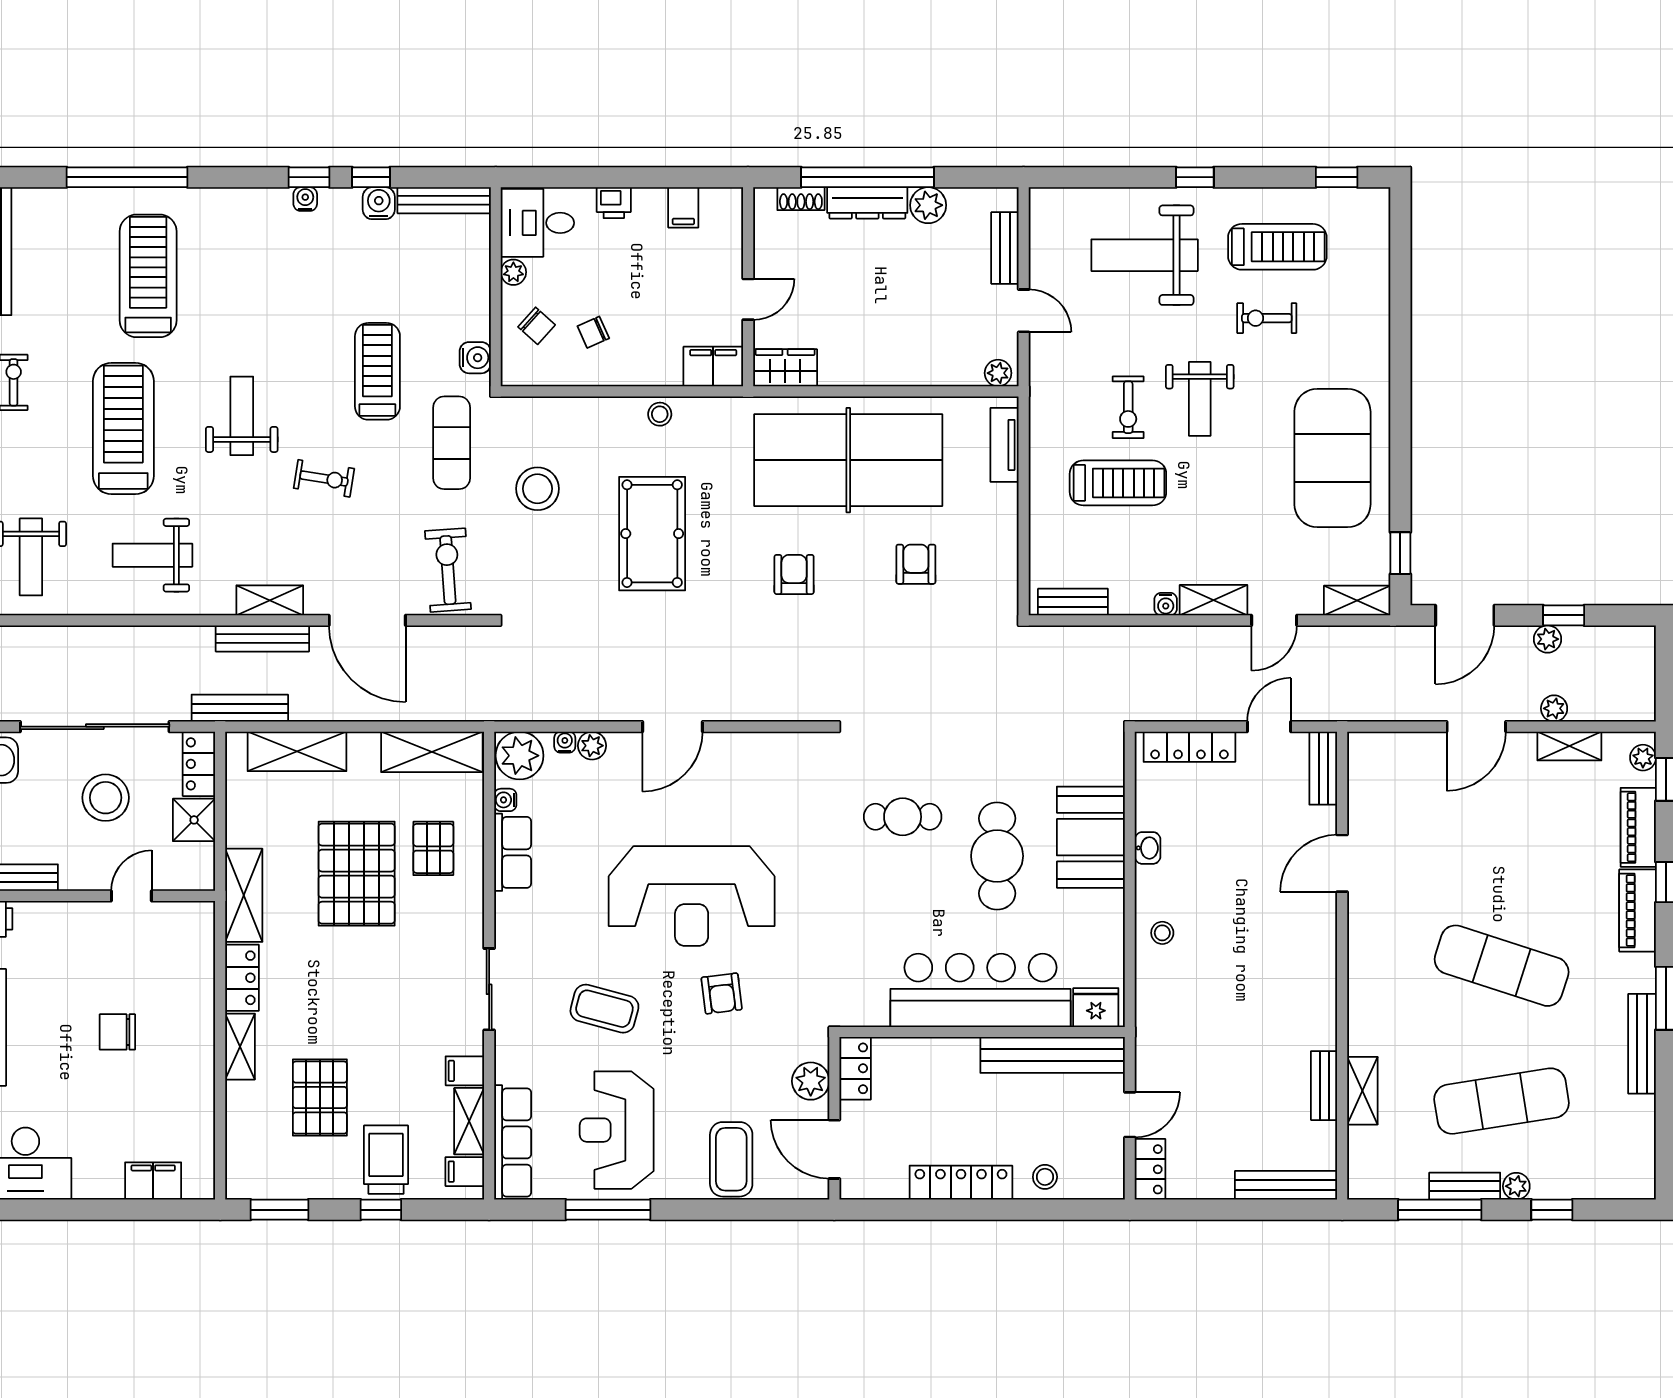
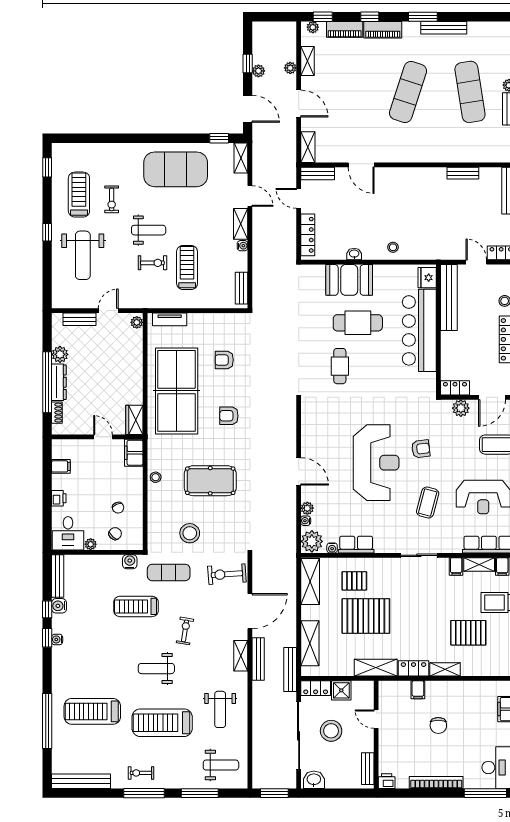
filing cabinet: (195, 987) -> (418, 690), added
shelving: (1362, 1091) -> (308, 147), moved, turned 90

